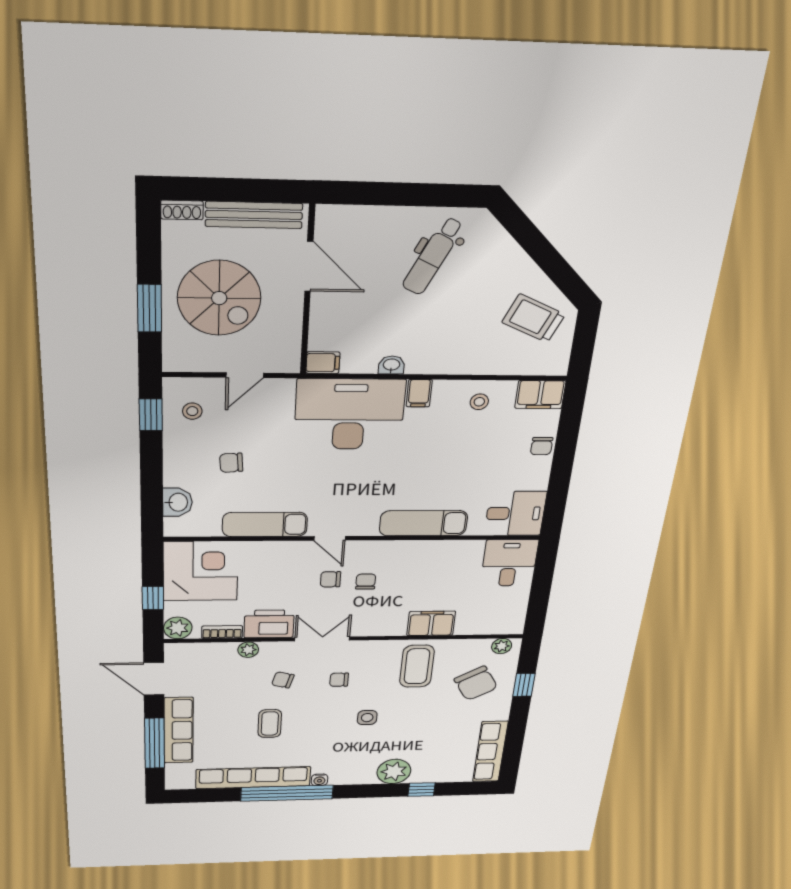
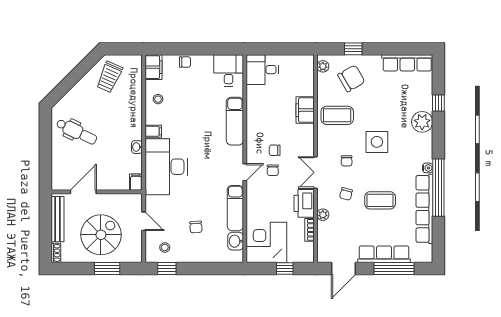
washbasin: (177, 502) -> (236, 241), moved, turned -90
plant: (178, 628) -> (306, 255), removed
side table: (367, 718) -> (377, 142), width x1.87, depth x1.87
coffee table: (270, 724) -> (380, 200), width x1.36, depth x1.30

